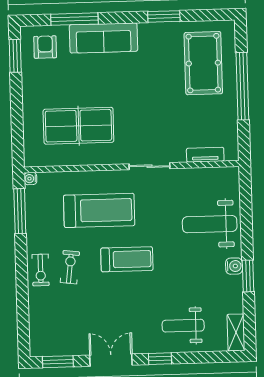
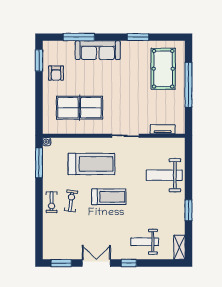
armchair: (45, 47) -> (56, 73), moved, turned 180
water cooler: (234, 266) -> (179, 203), removed

